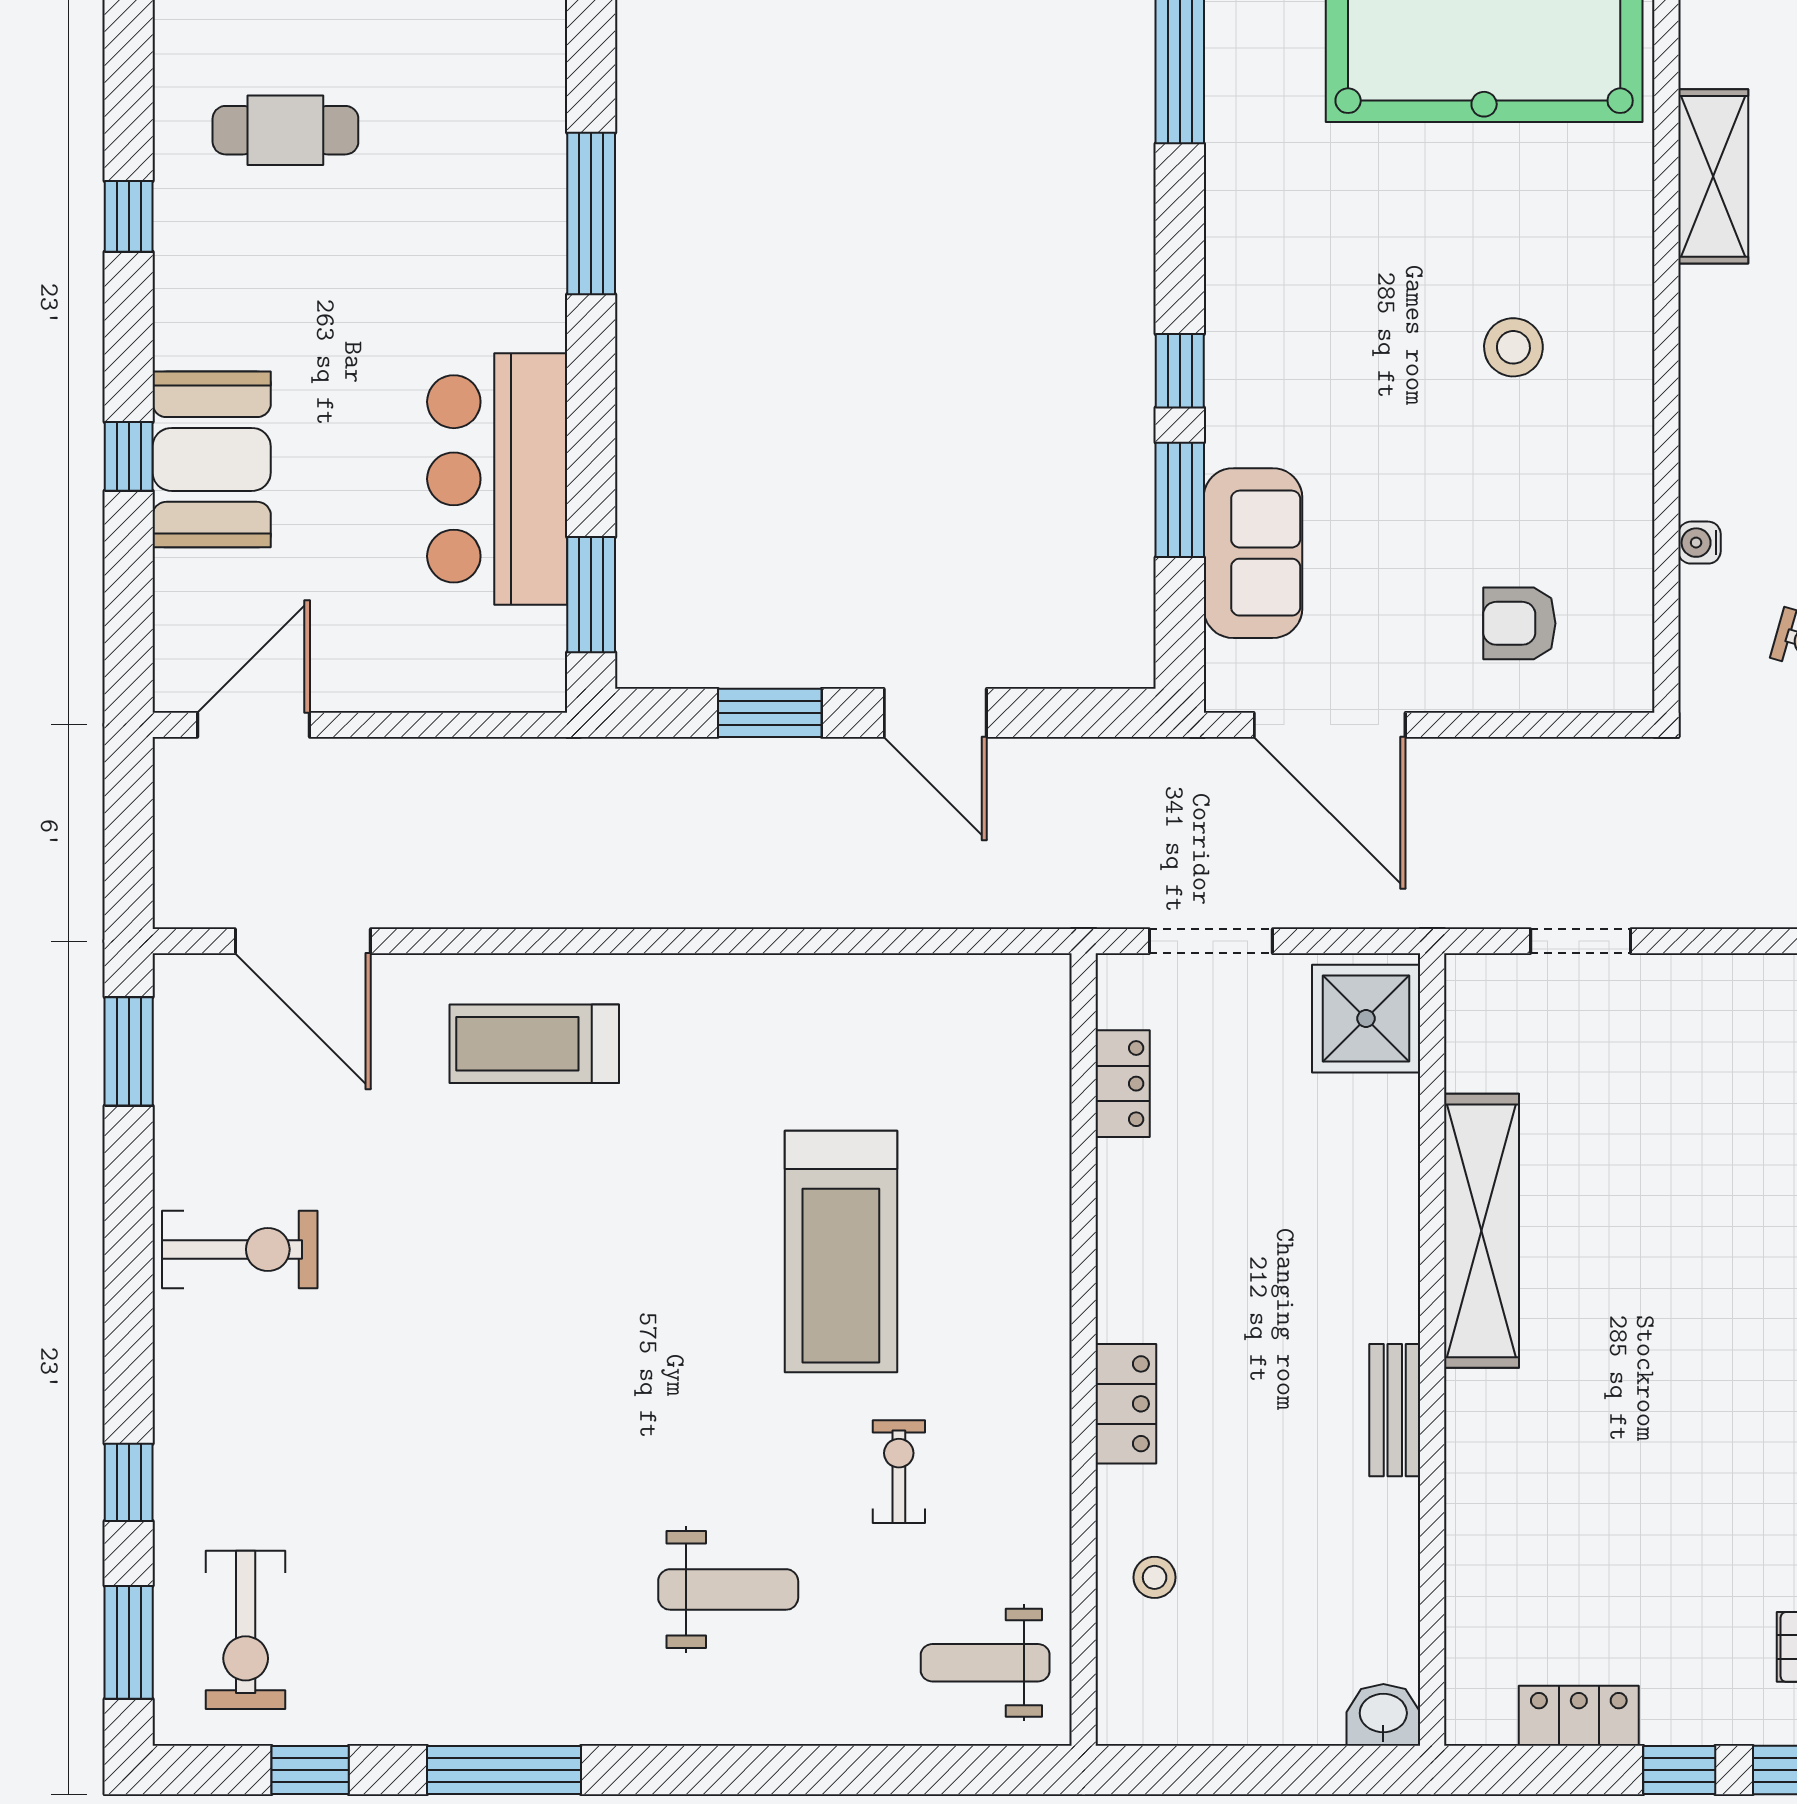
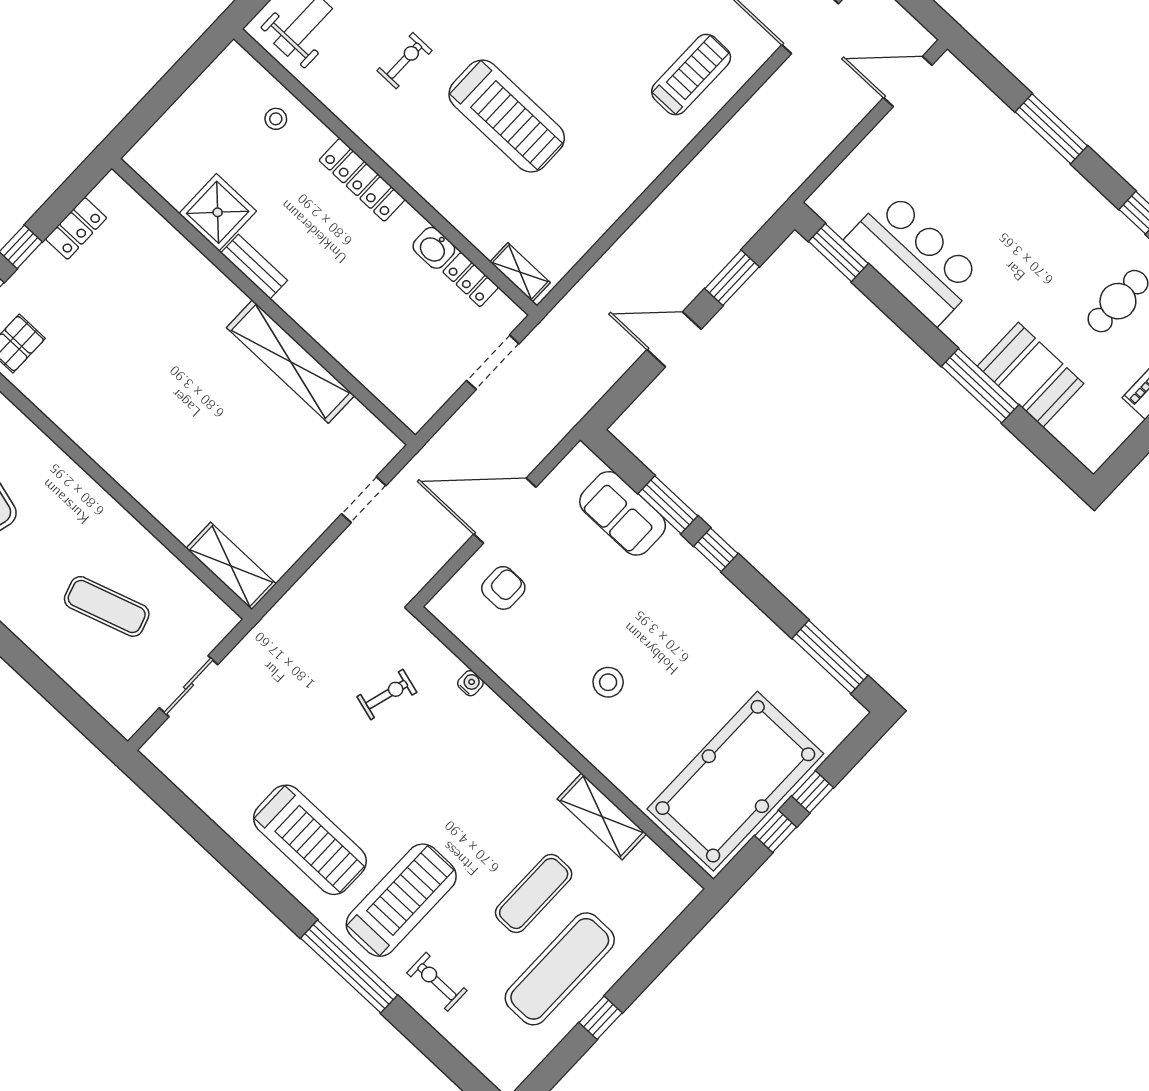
window: (129, 456) -> (1051, 129), width x2.17
booth: (212, 459) -> (1030, 375), moved
door: (254, 725) -> (908, 81), swing flipped
door: (1330, 725) -> (505, 511), moved
shower: (1366, 1019) -> (218, 212), moved
shelving: (1046, 1023) -> (520, 272), added
treadmill: (841, 1251) -> (507, 116), turned 180
locker: (1126, 1404) -> (362, 180), width x1.53
exercise bike: (899, 1472) -> (404, 61), turned -90
washbasin: (1383, 1715) -> (434, 248), moved, turned 90

